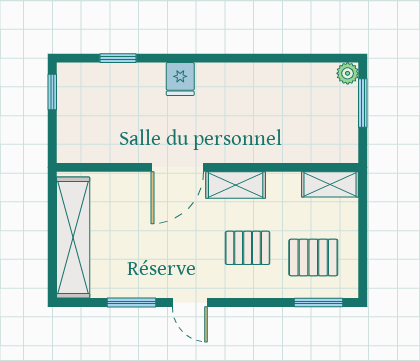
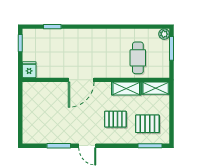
fridge: (180, 79) -> (29, 70), moved, turned 180
cafe table: (294, 122) -> (138, 58), added
shelving: (236, 185) -> (126, 88), moved
shelving: (73, 238) -> (30, 114), removed

